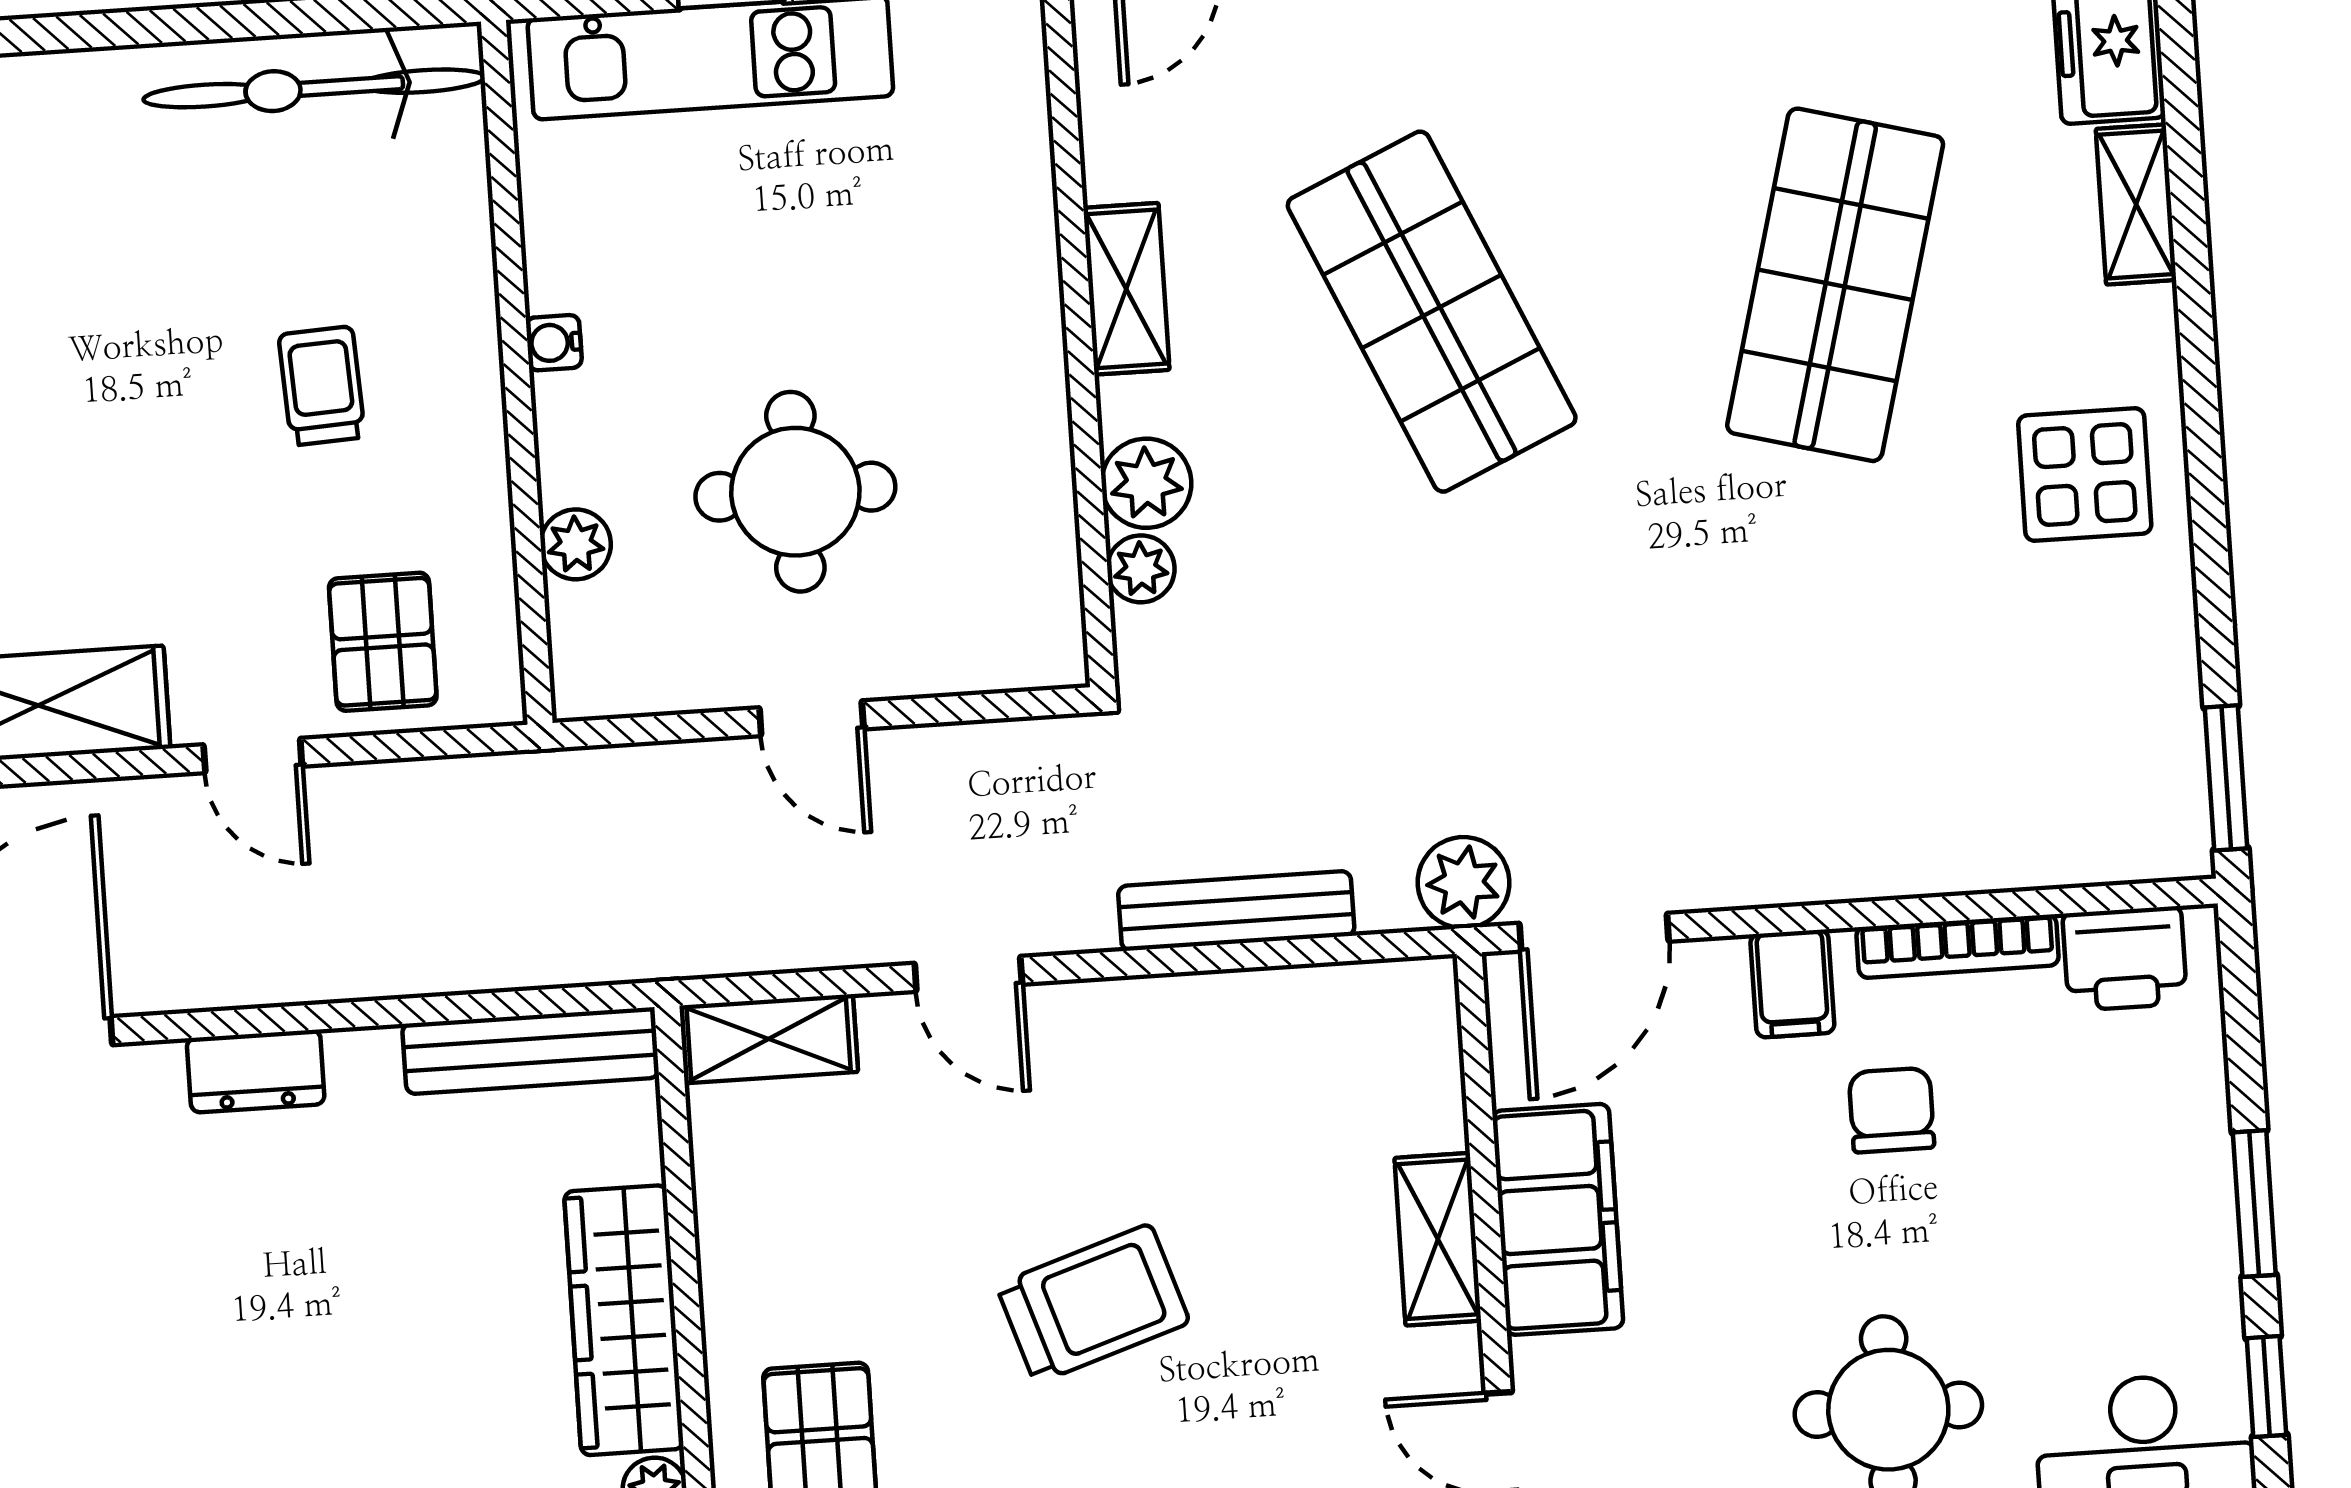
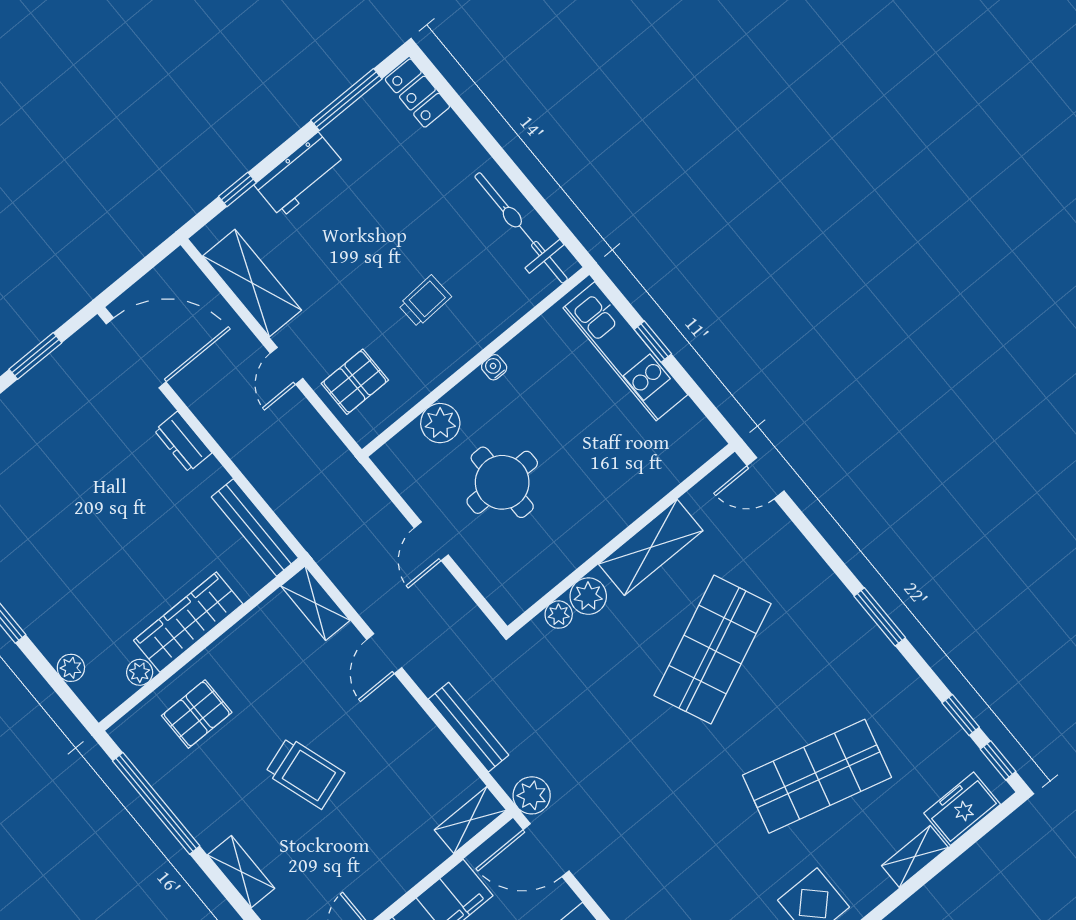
shelving: (1126, 289) -> (651, 547), width x1.50, depth x1.33
plant: (576, 544) -> (440, 423), width x1.38, depth x1.38
shelving: (1438, 1239) -> (470, 820), moved

